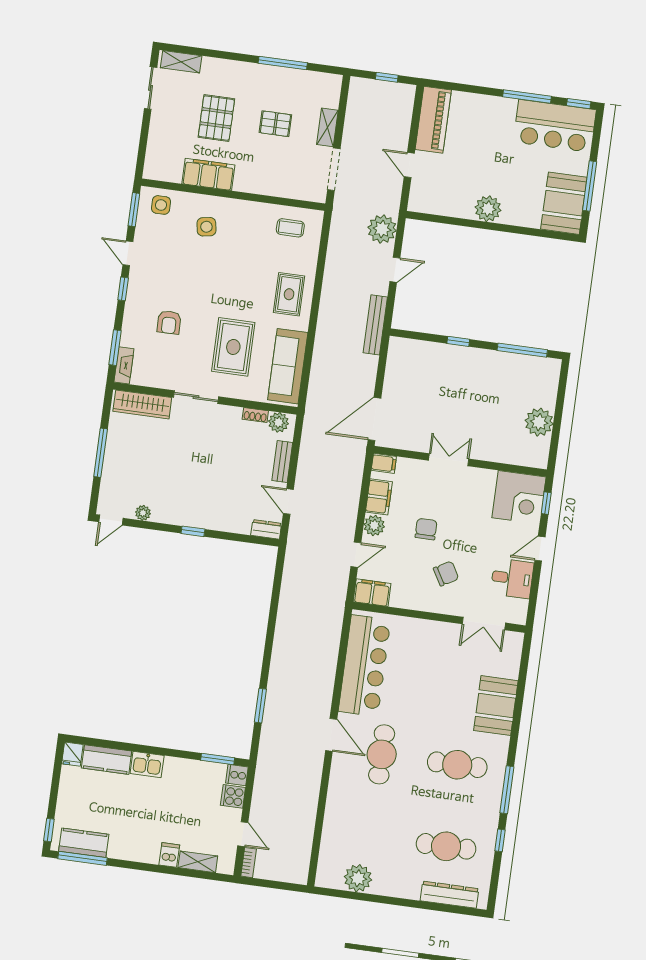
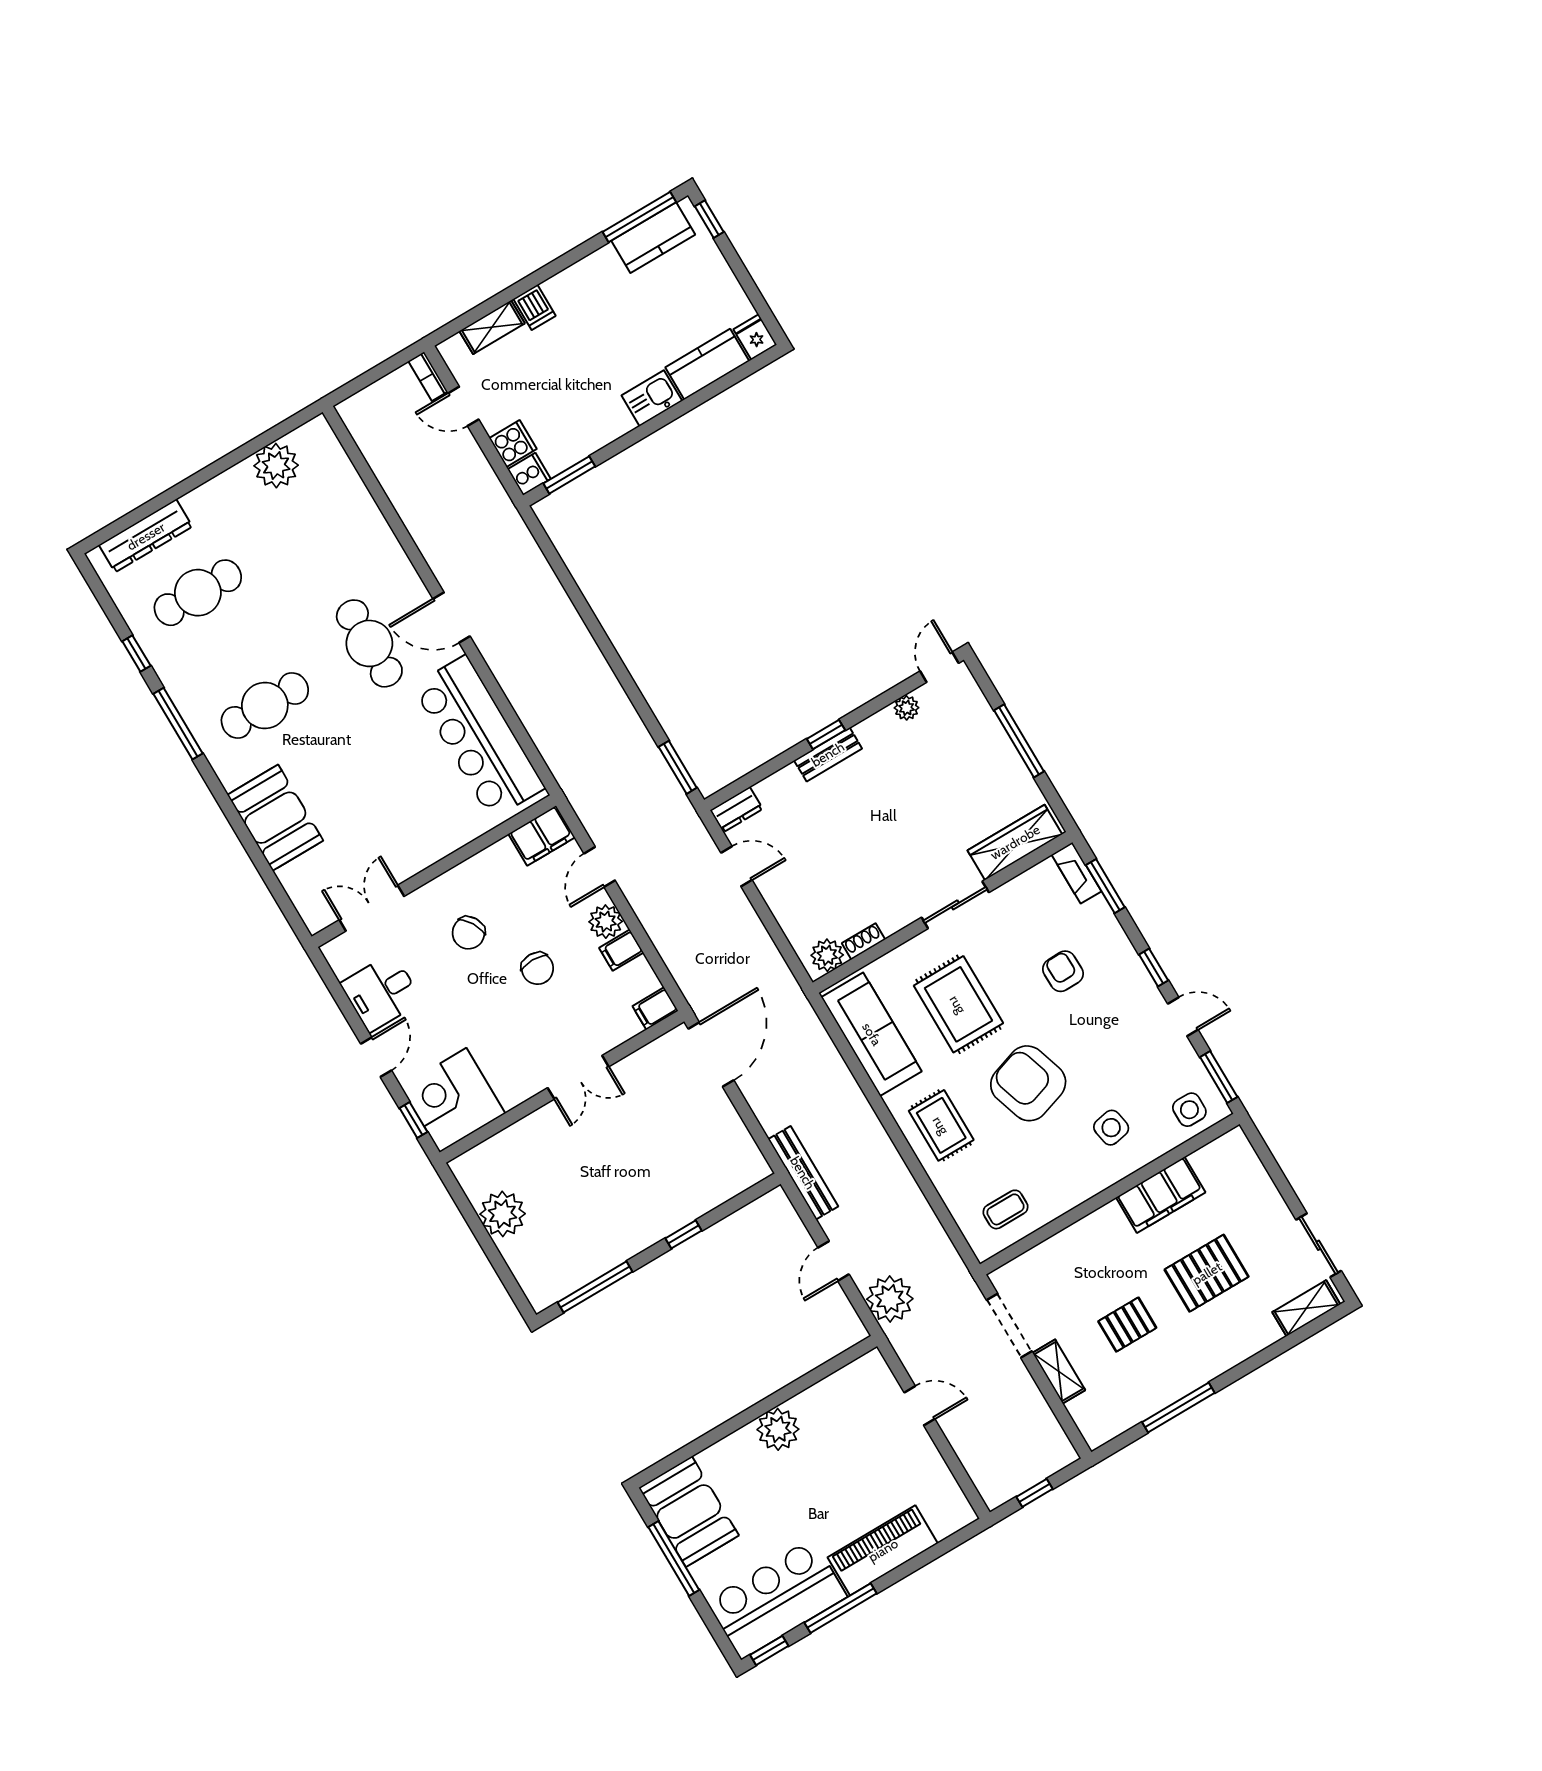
pallet: (216, 118) -> (1207, 1273), turned 90
piano: (433, 120) -> (883, 1550), moved, turned 90
armchair: (230, 281) -> (1028, 1083), added
bench: (282, 462) -> (828, 754), moved, turned 90
filing cabinet: (379, 497) -> (621, 950), width x0.50
window: (260, 706) -> (678, 767), moved

